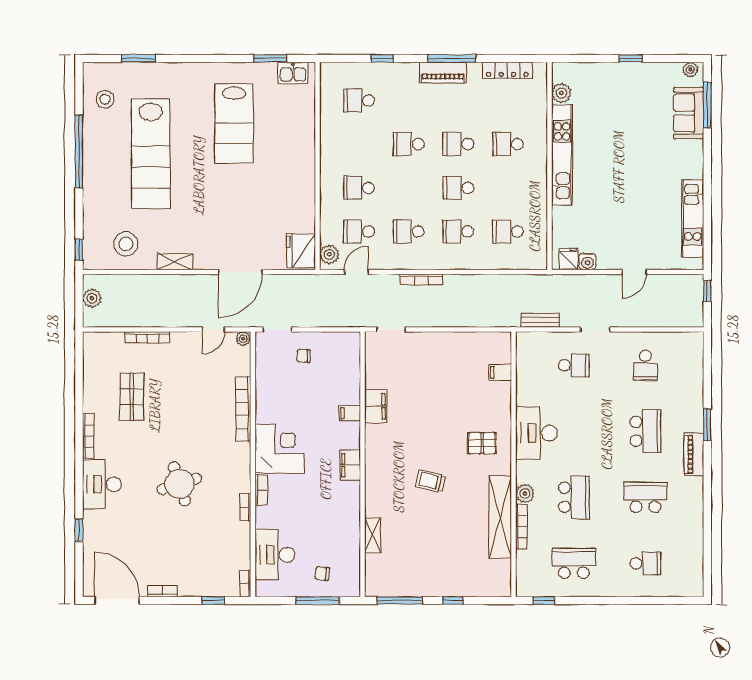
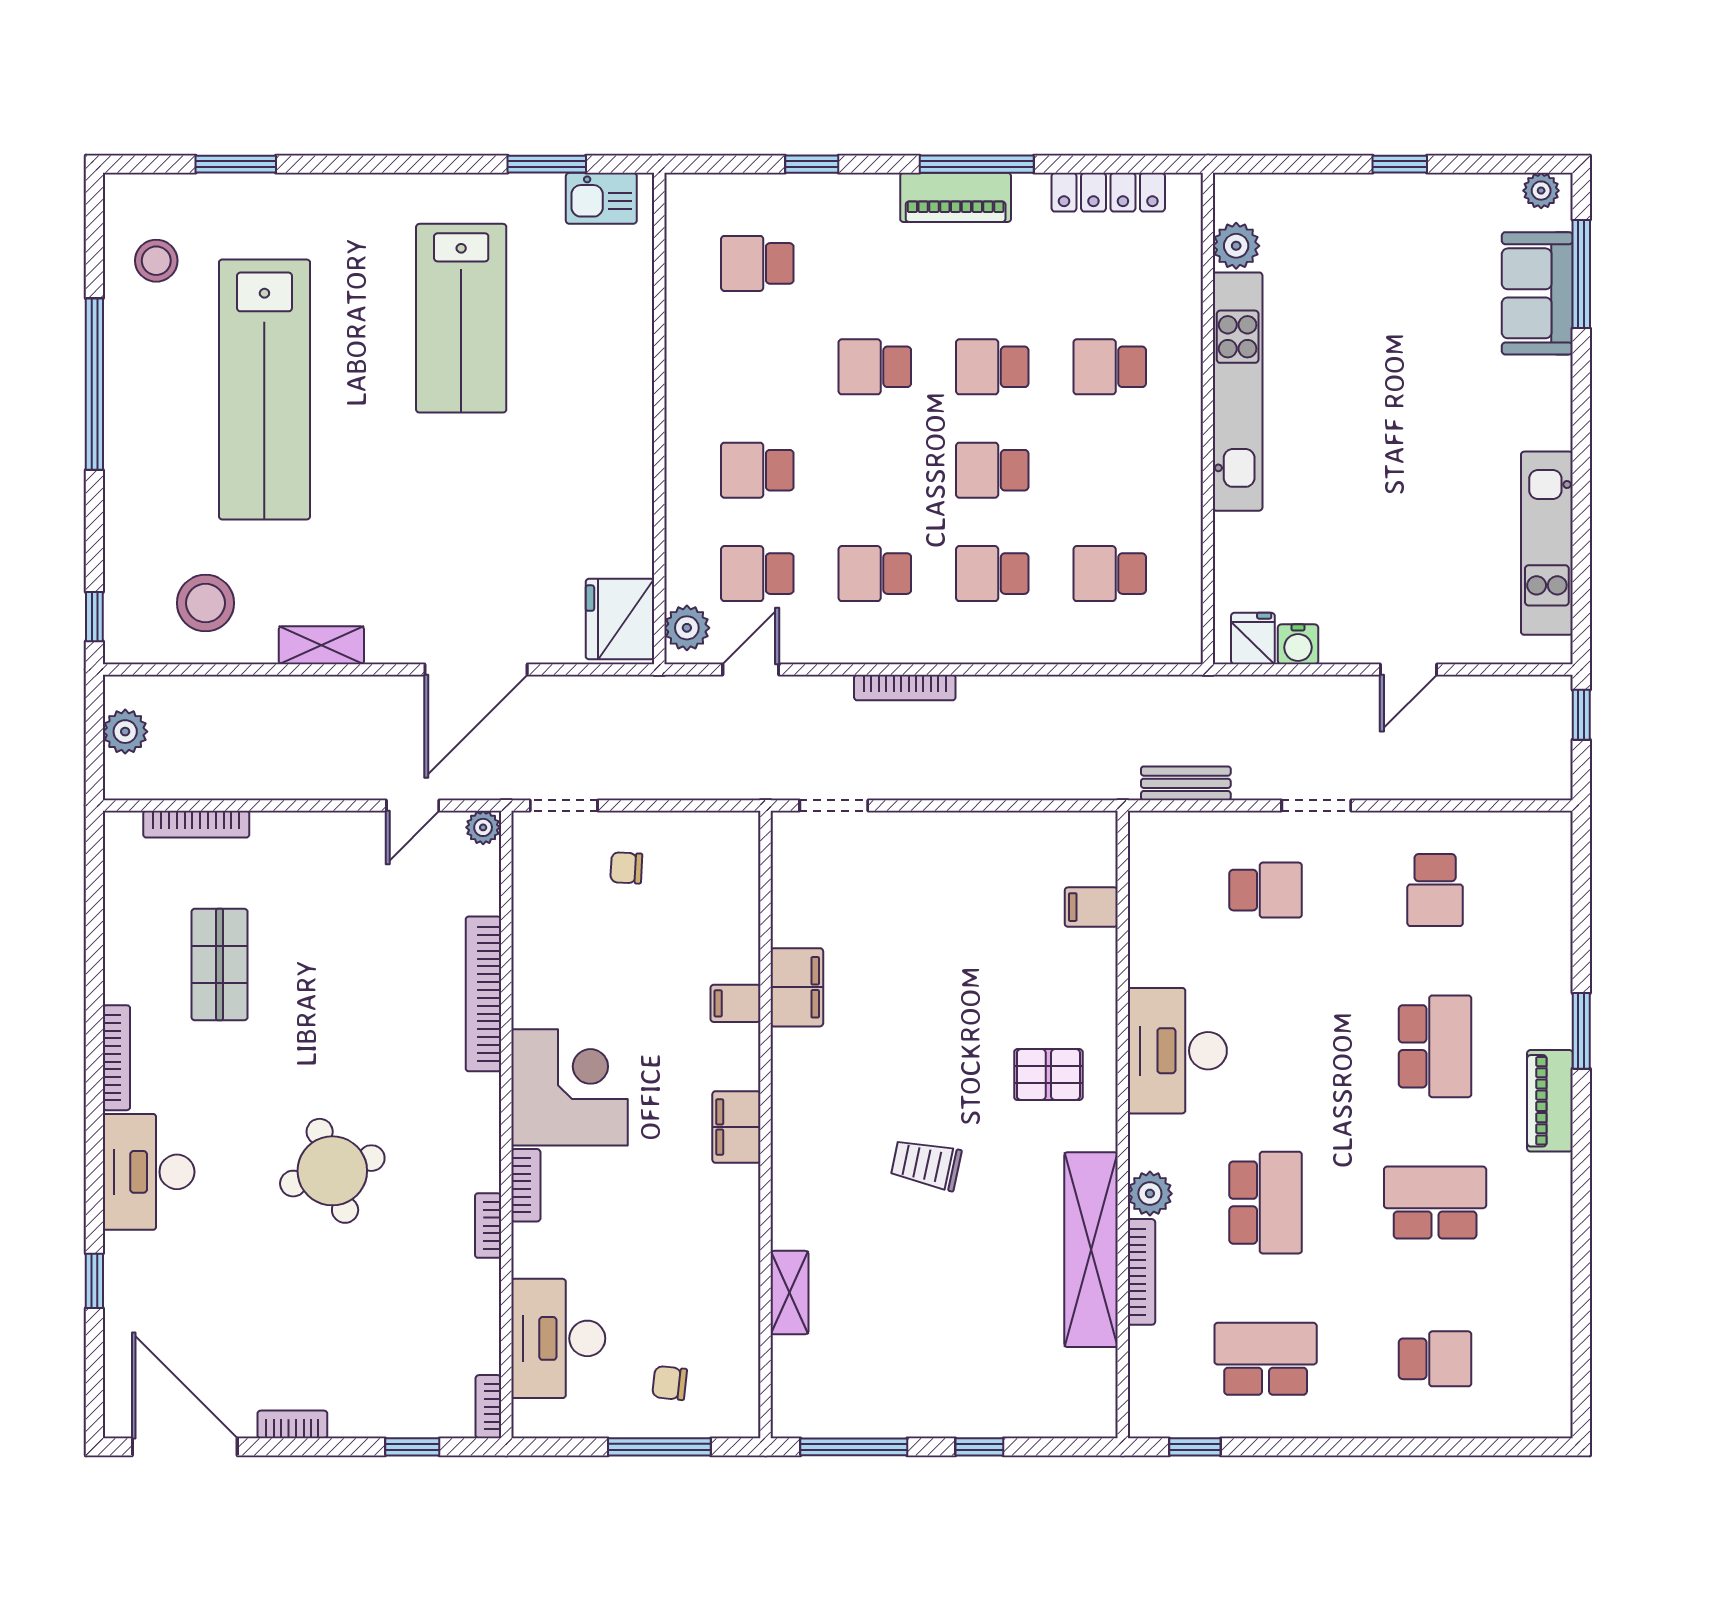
bookcase: (147, 337) -> (196, 824), moved

